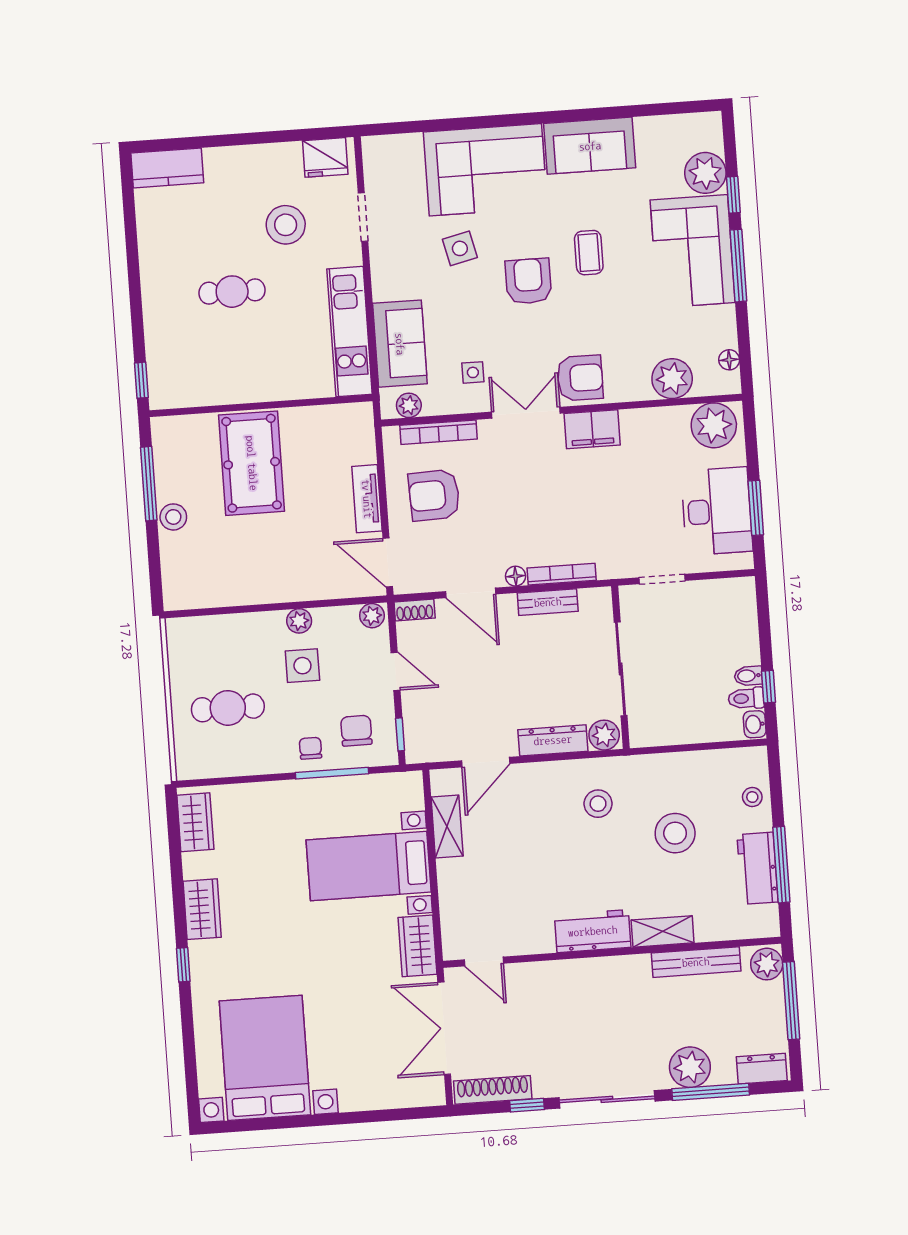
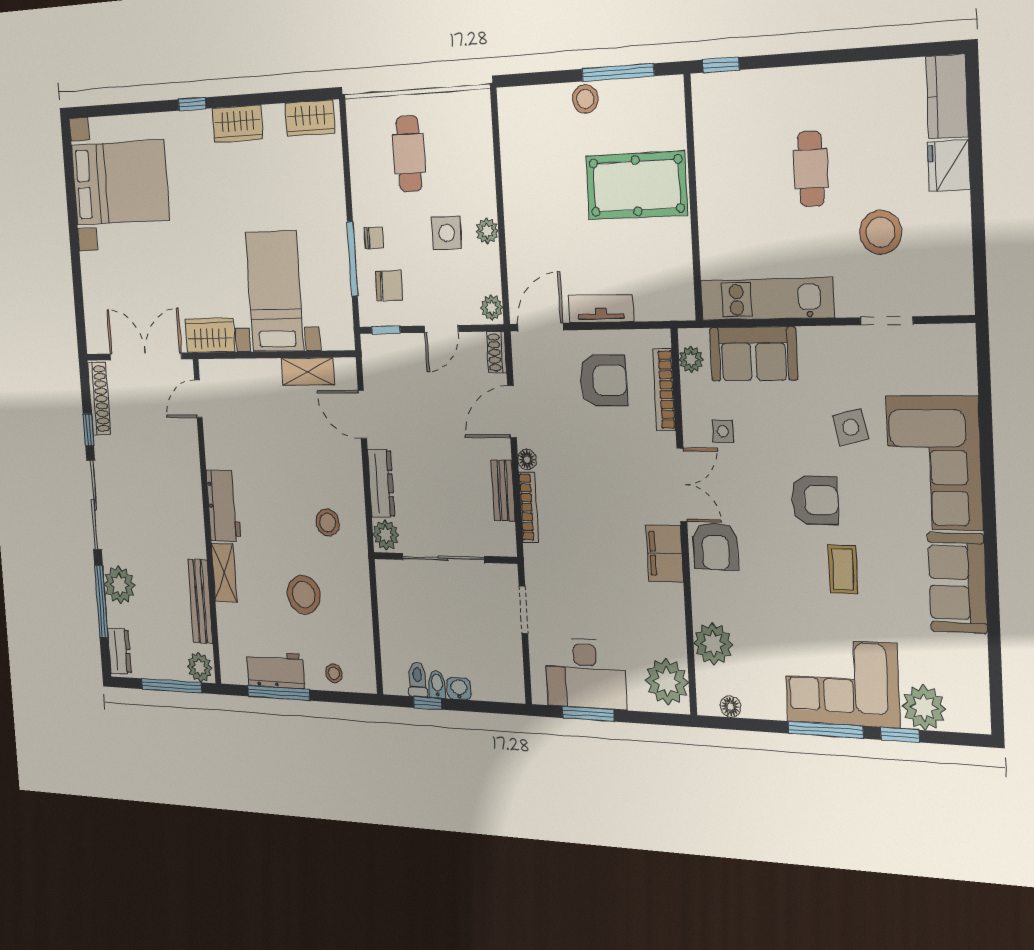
fridge: (325, 157) -> (949, 166), moved
coffee table: (589, 253) -> (843, 569), turned 90
armchair: (434, 495) -> (603, 380), turned 92
washbasin: (755, 724) -> (459, 689), moved

